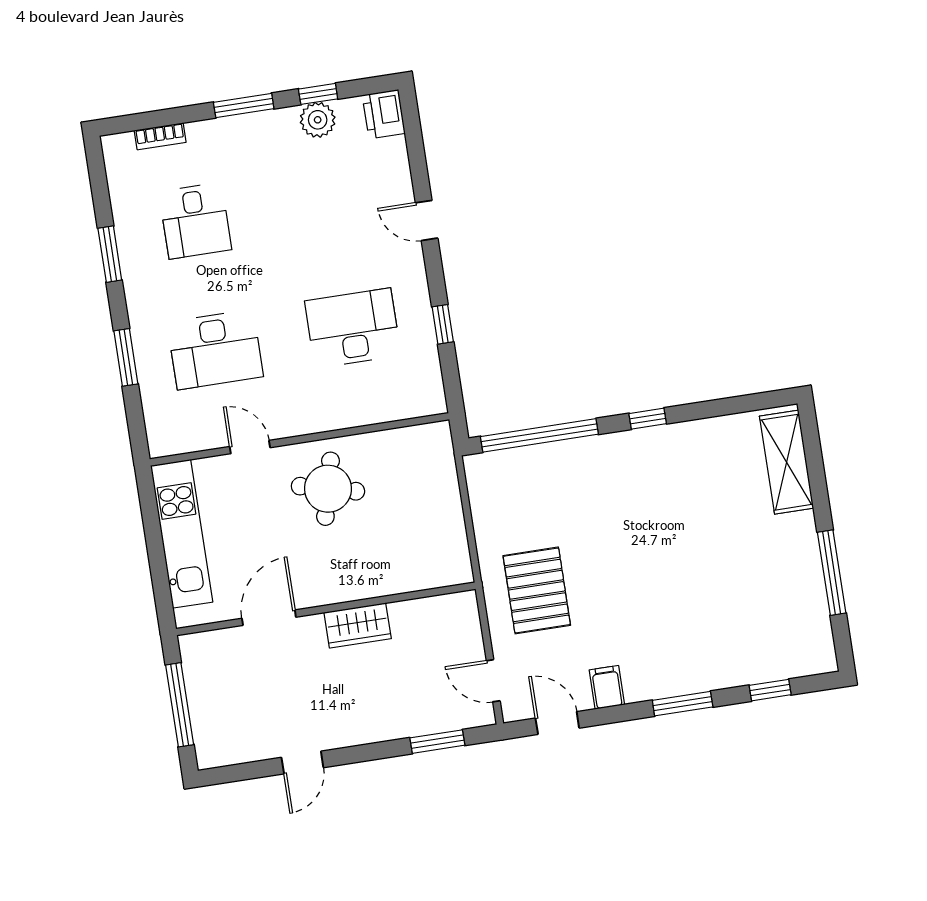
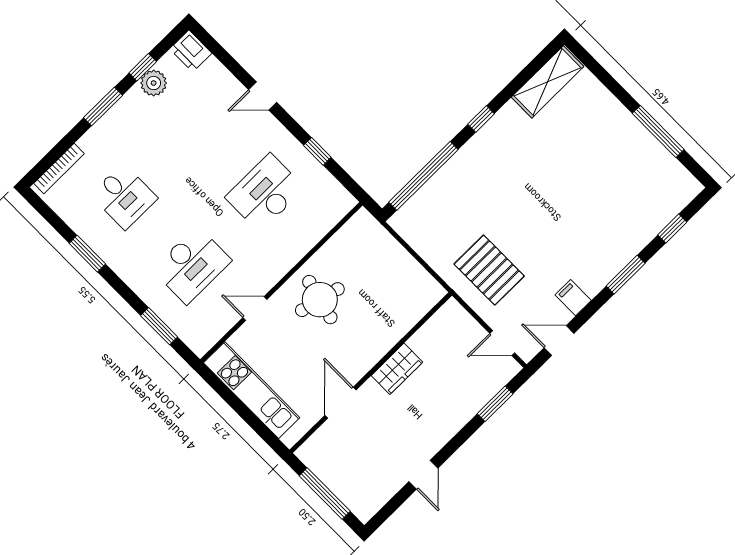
bookcase: (160, 136) -> (59, 168), width x1.56
window: (126, 357) -> (159, 326), moved
shelving: (787, 462) -> (548, 82), moved, turned 90

